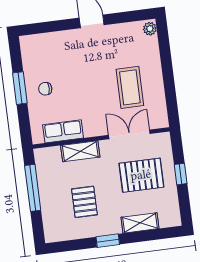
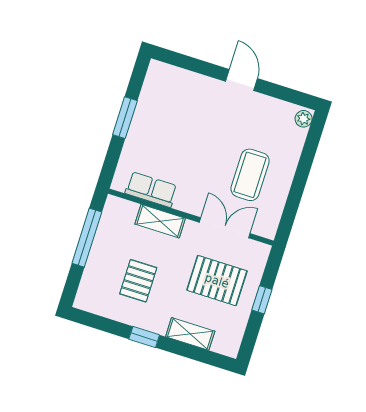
chair: (45, 89) -> (153, 132), removed

